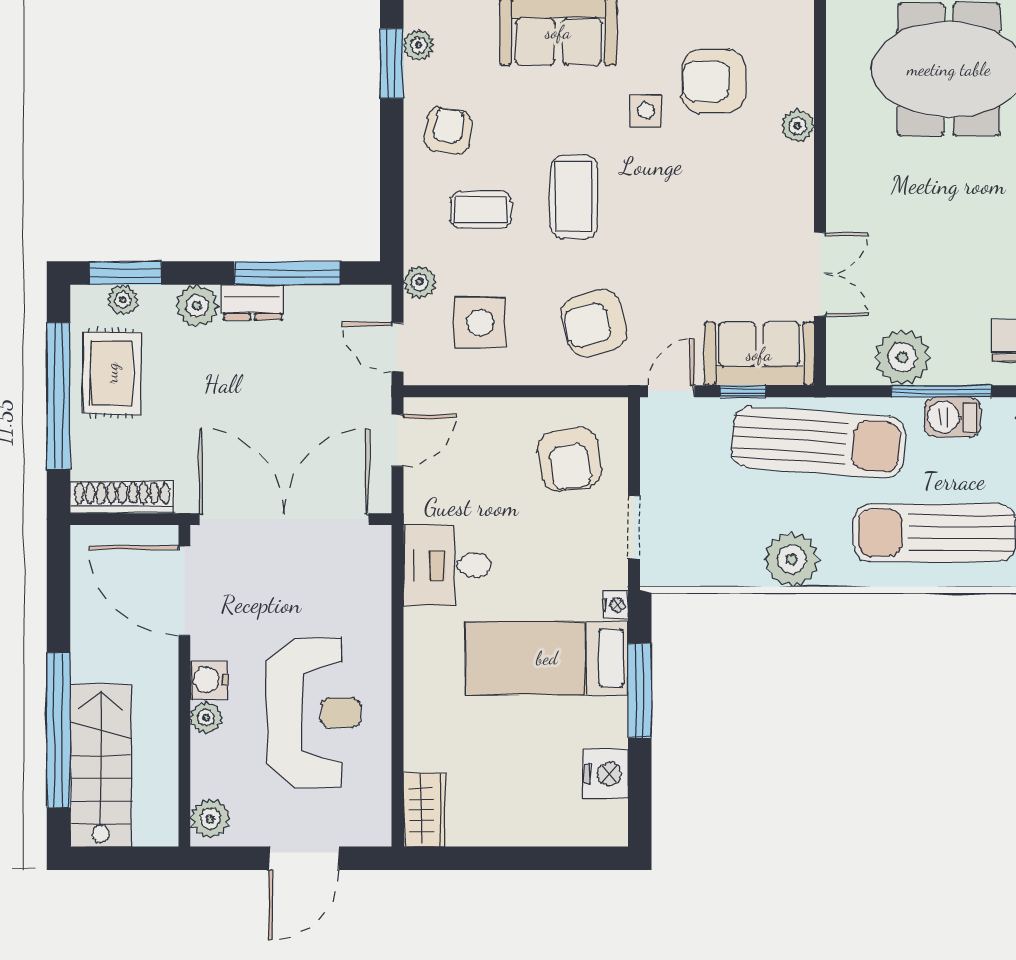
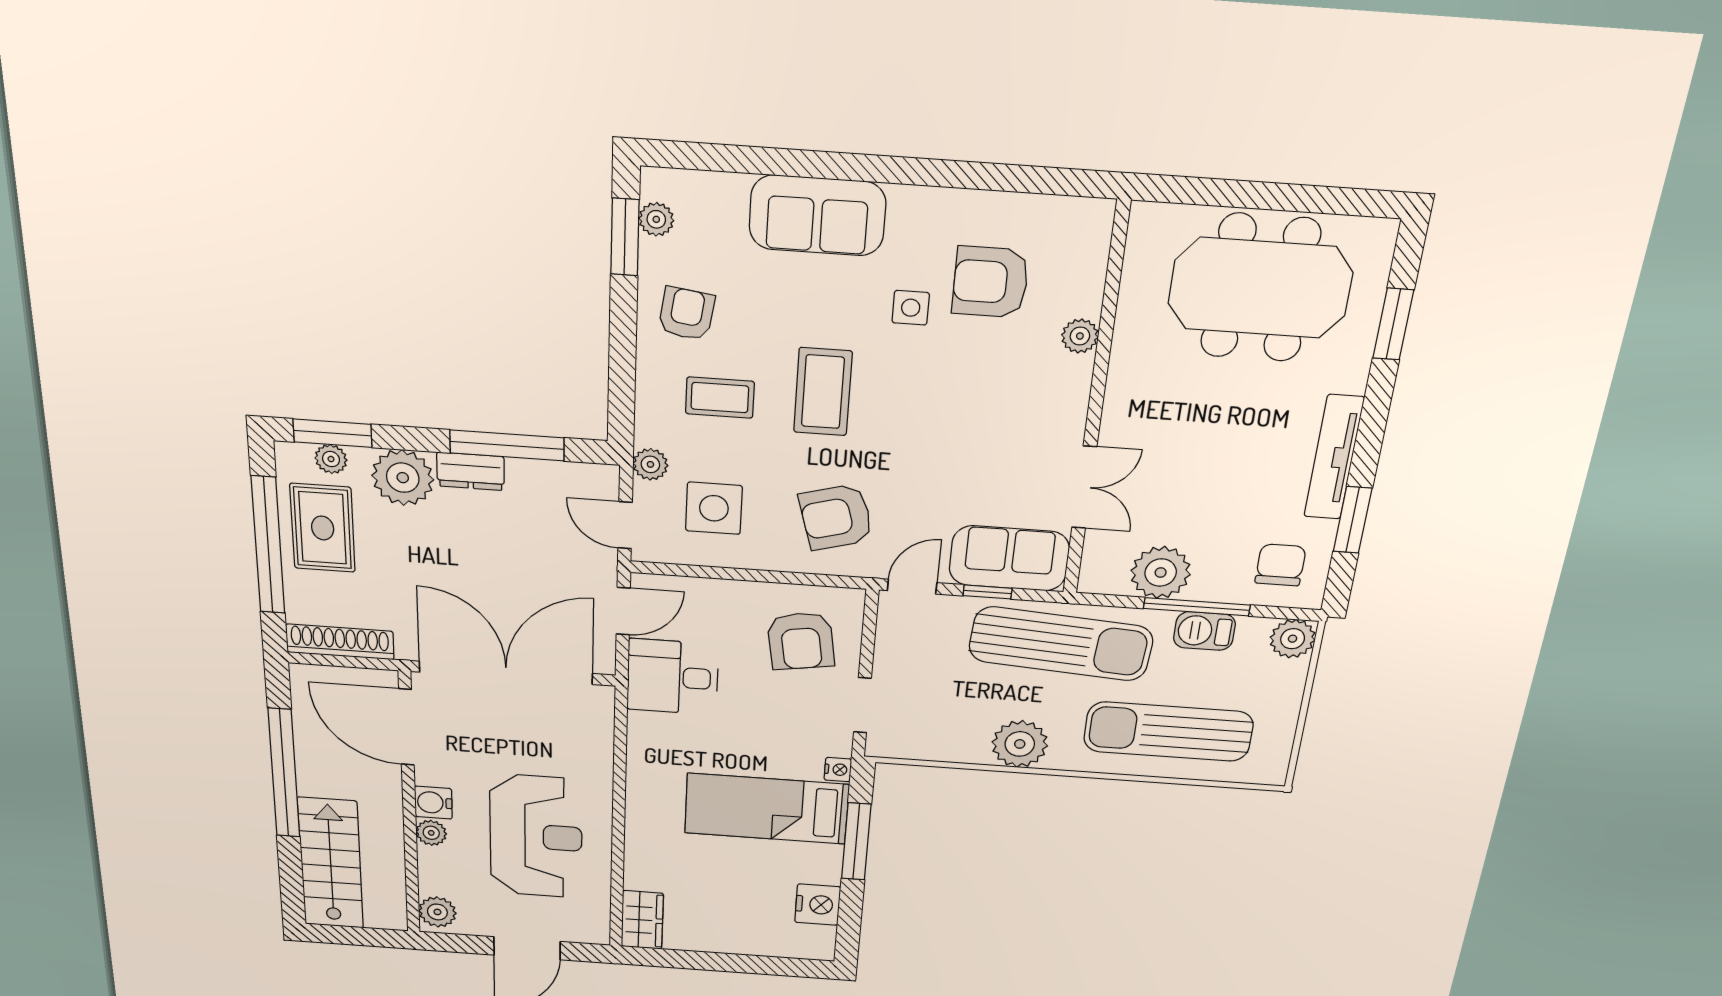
plant: (197, 306) -> (403, 478), width x1.36, depth x1.36
desk: (447, 565) -> (673, 677), moved
window: (58, 730) -> (284, 773), moved

